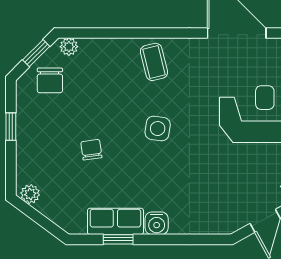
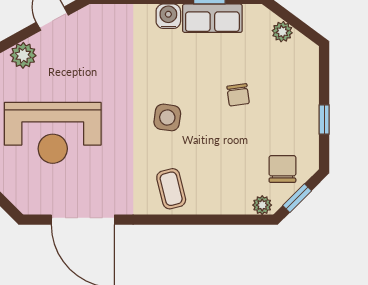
plant: (30, 194) -> (282, 32), moved

